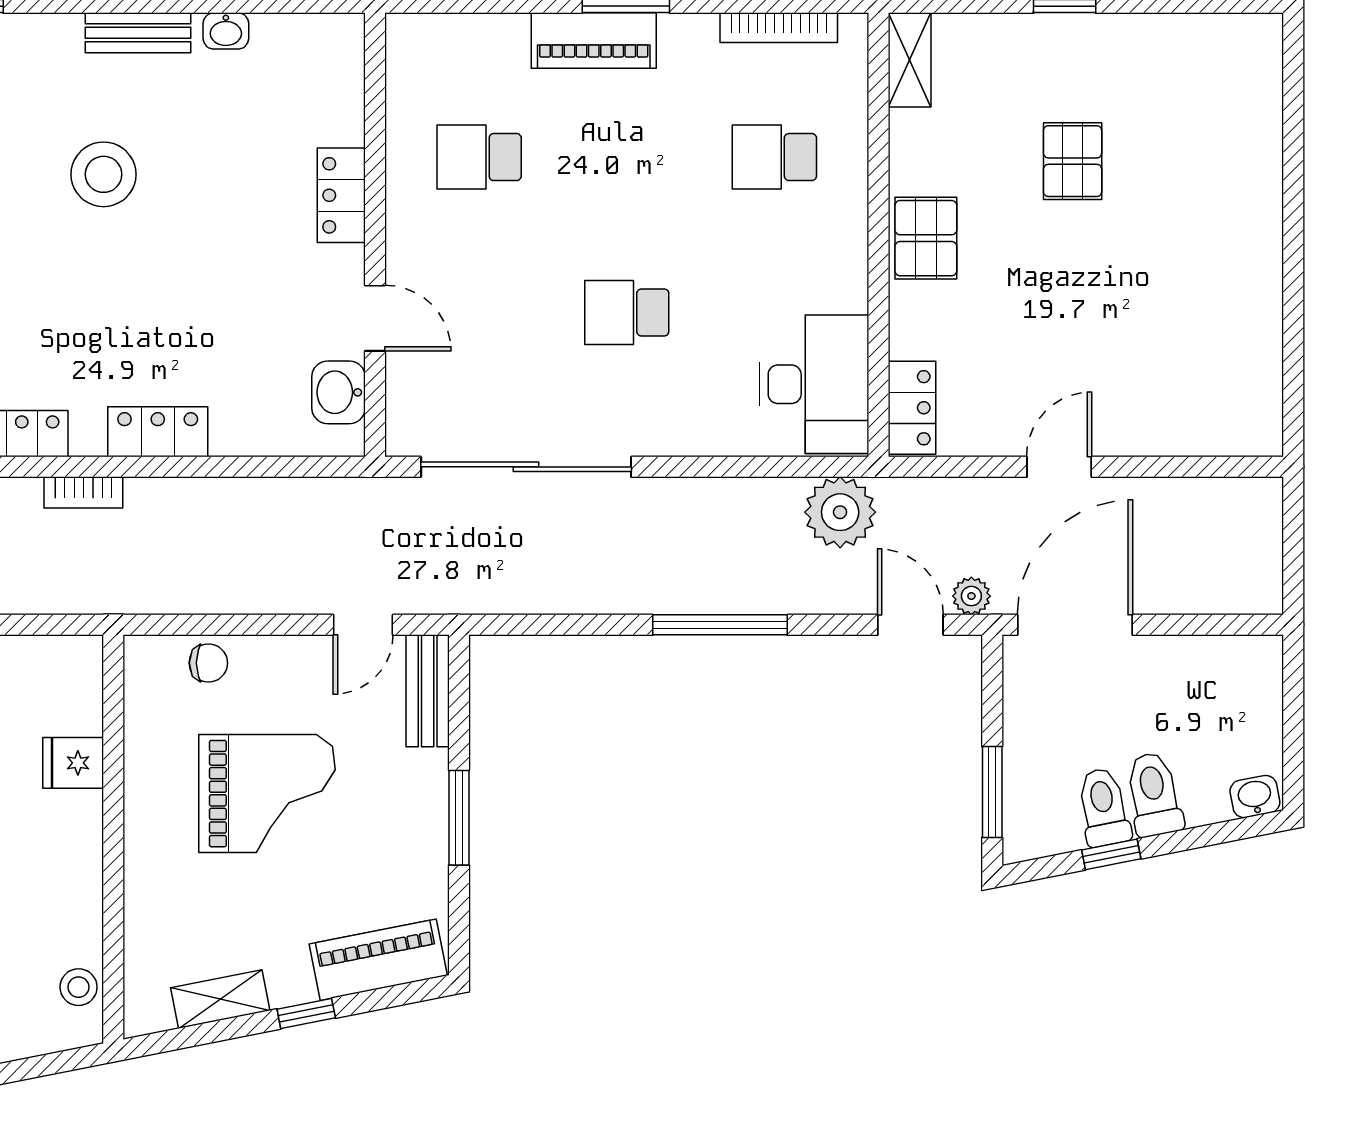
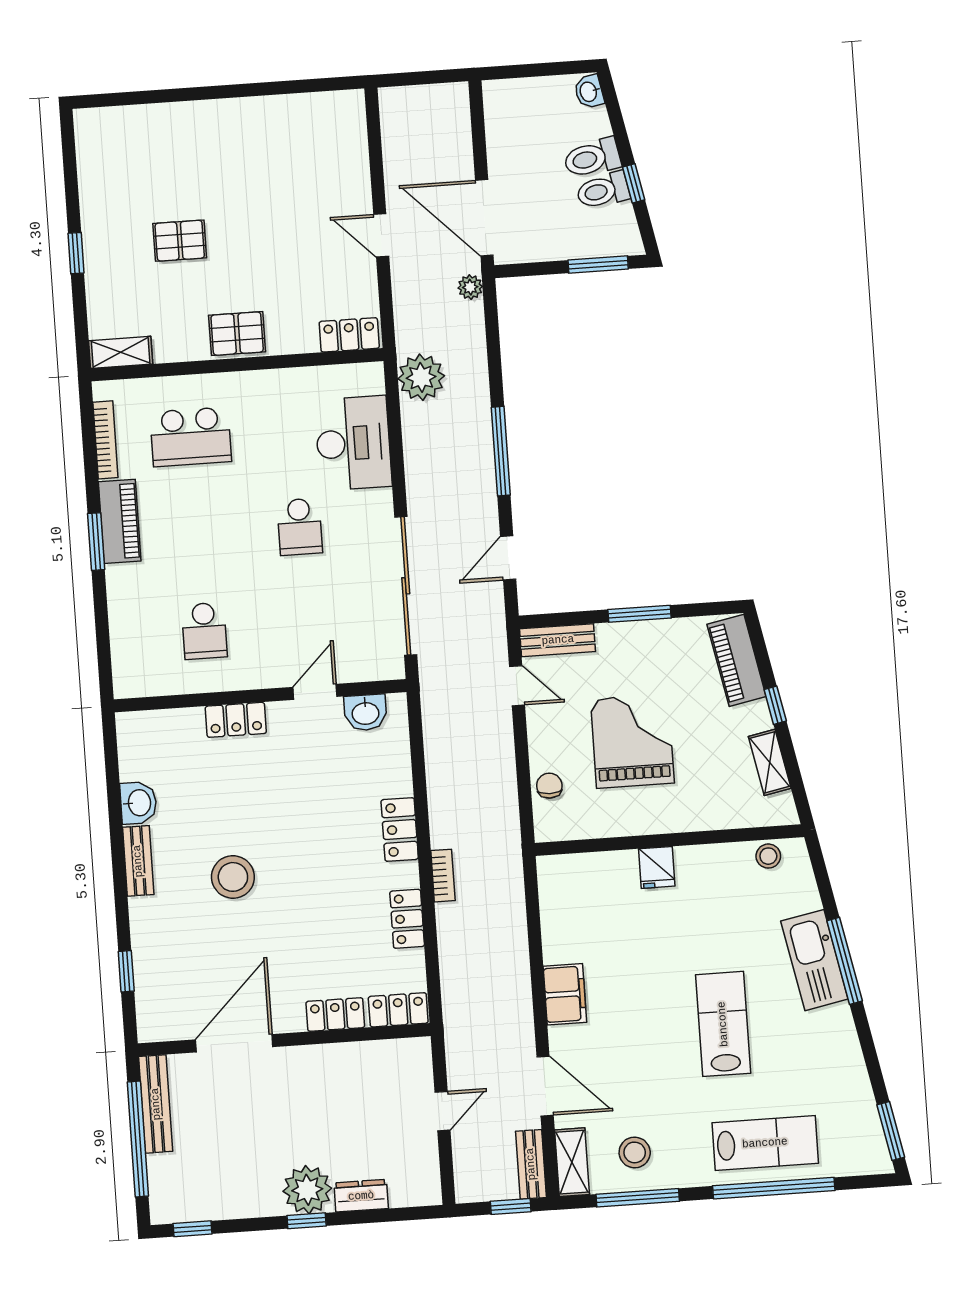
washbasin: (226, 31) -> (138, 803), width x1.38, depth x1.45
piano: (594, 40) -> (120, 521), moved
school desk: (774, 157) -> (191, 437), width x1.85
desk: (814, 384) -> (353, 443), moved, turned 90
door: (910, 625) -> (508, 558), moved
fridge: (73, 763) -> (657, 867), moved

